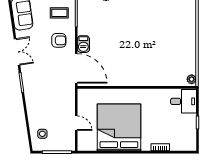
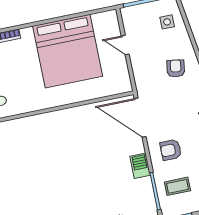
barbecue: (83, 44) -> (140, 166), moved
armchair: (43, 99) -> (176, 68), added

